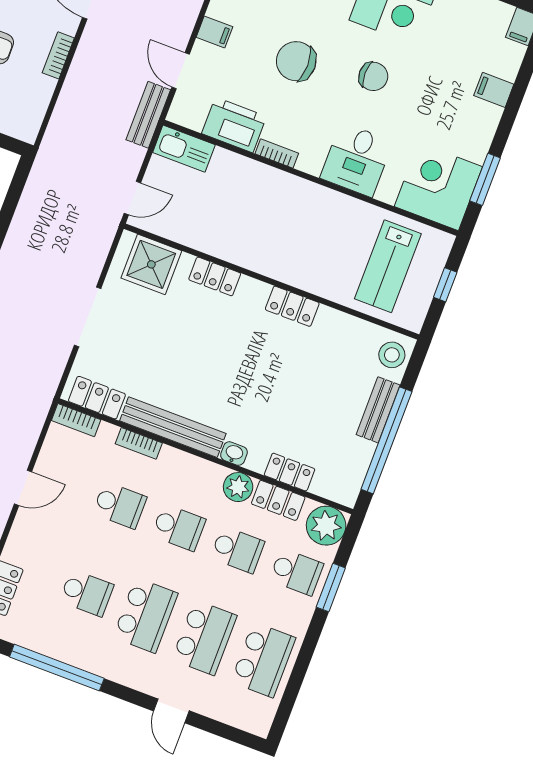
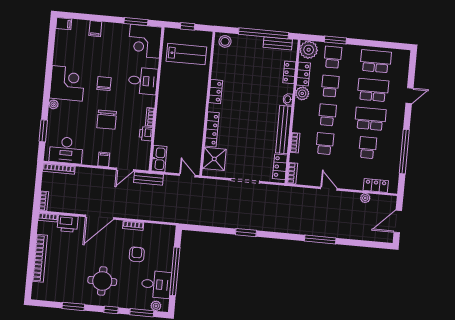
printer: (234, 125) -> (146, 134), width x0.53, depth x0.68
locker: (215, 276) -> (212, 129), width x1.53
bench: (378, 410) -> (278, 43), moved

